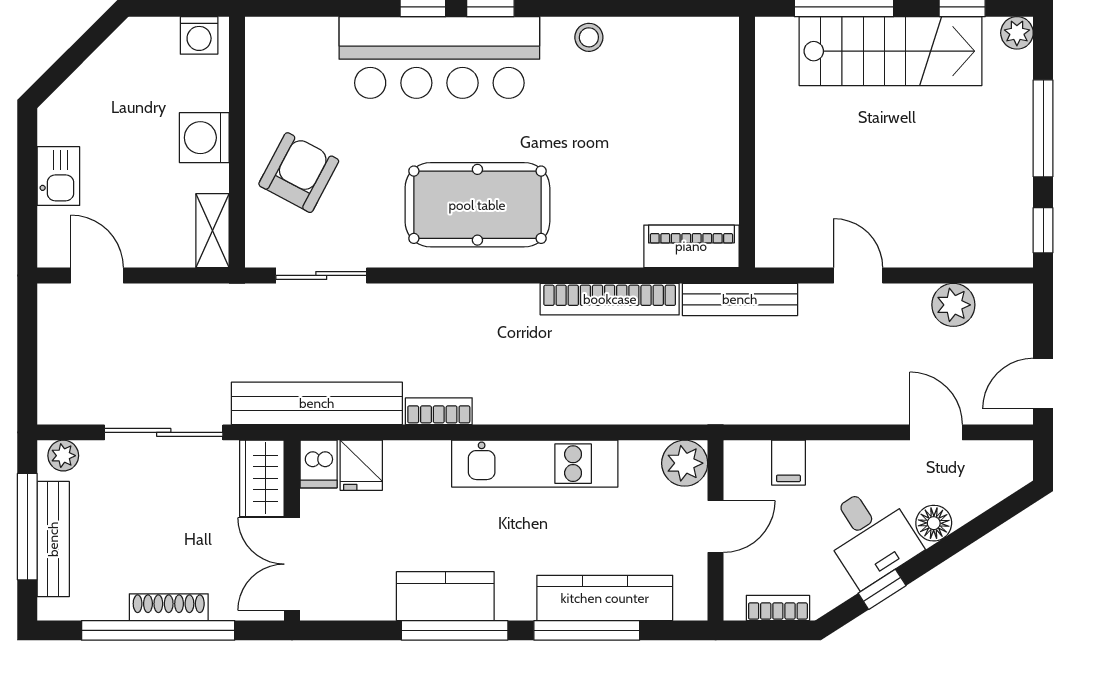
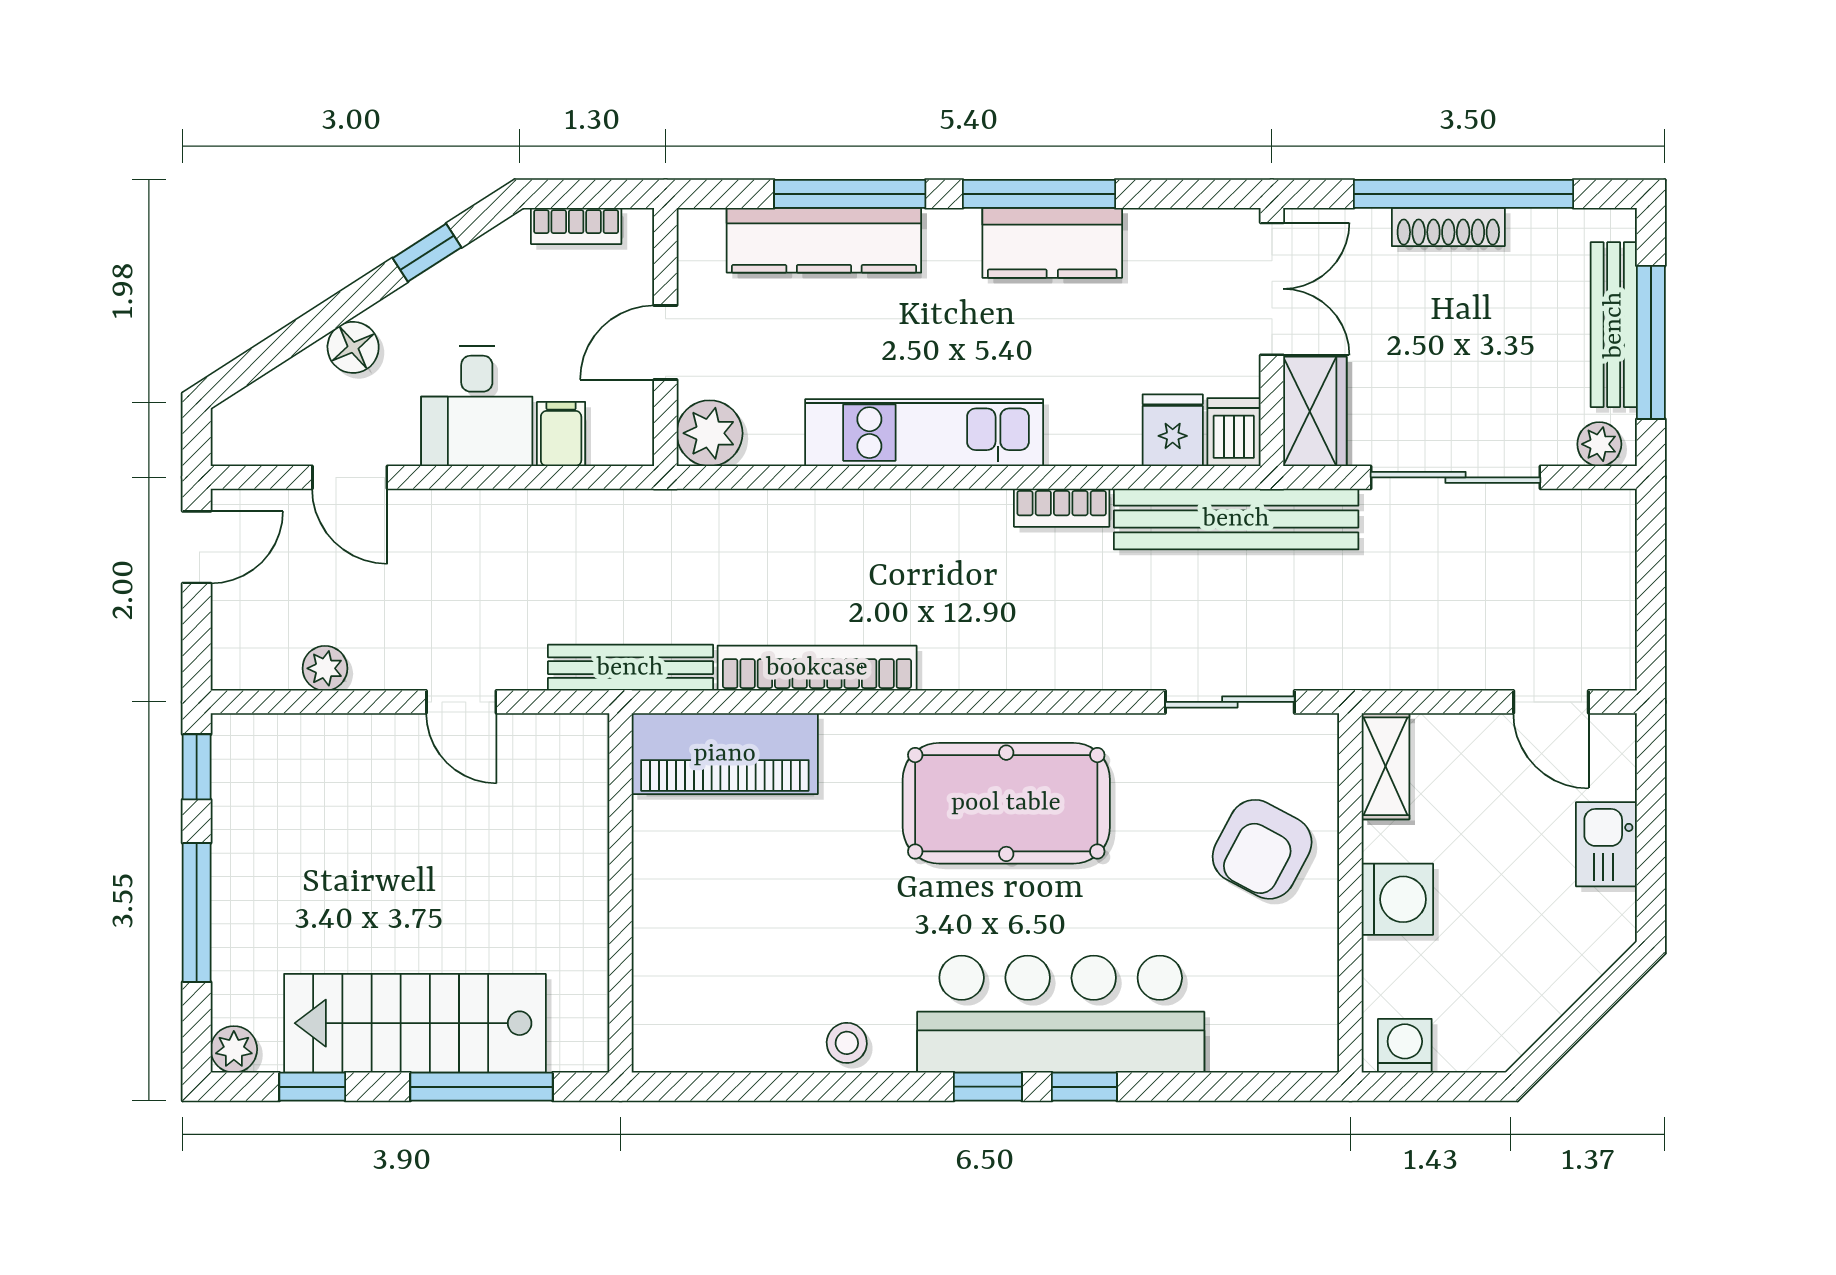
piano: (691, 246) -> (725, 754), width x1.37, depth x1.33
plant: (953, 305) -> (325, 668), width x0.73, depth x0.73
desk: (870, 535) -> (477, 406), moved, turned -147

